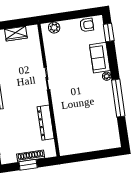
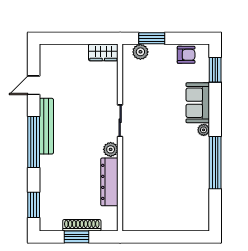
window: (61, 17) -> (152, 38), added
wardrobe: (16, 34) -> (103, 52), moved
plant: (43, 100) -> (111, 149), added

